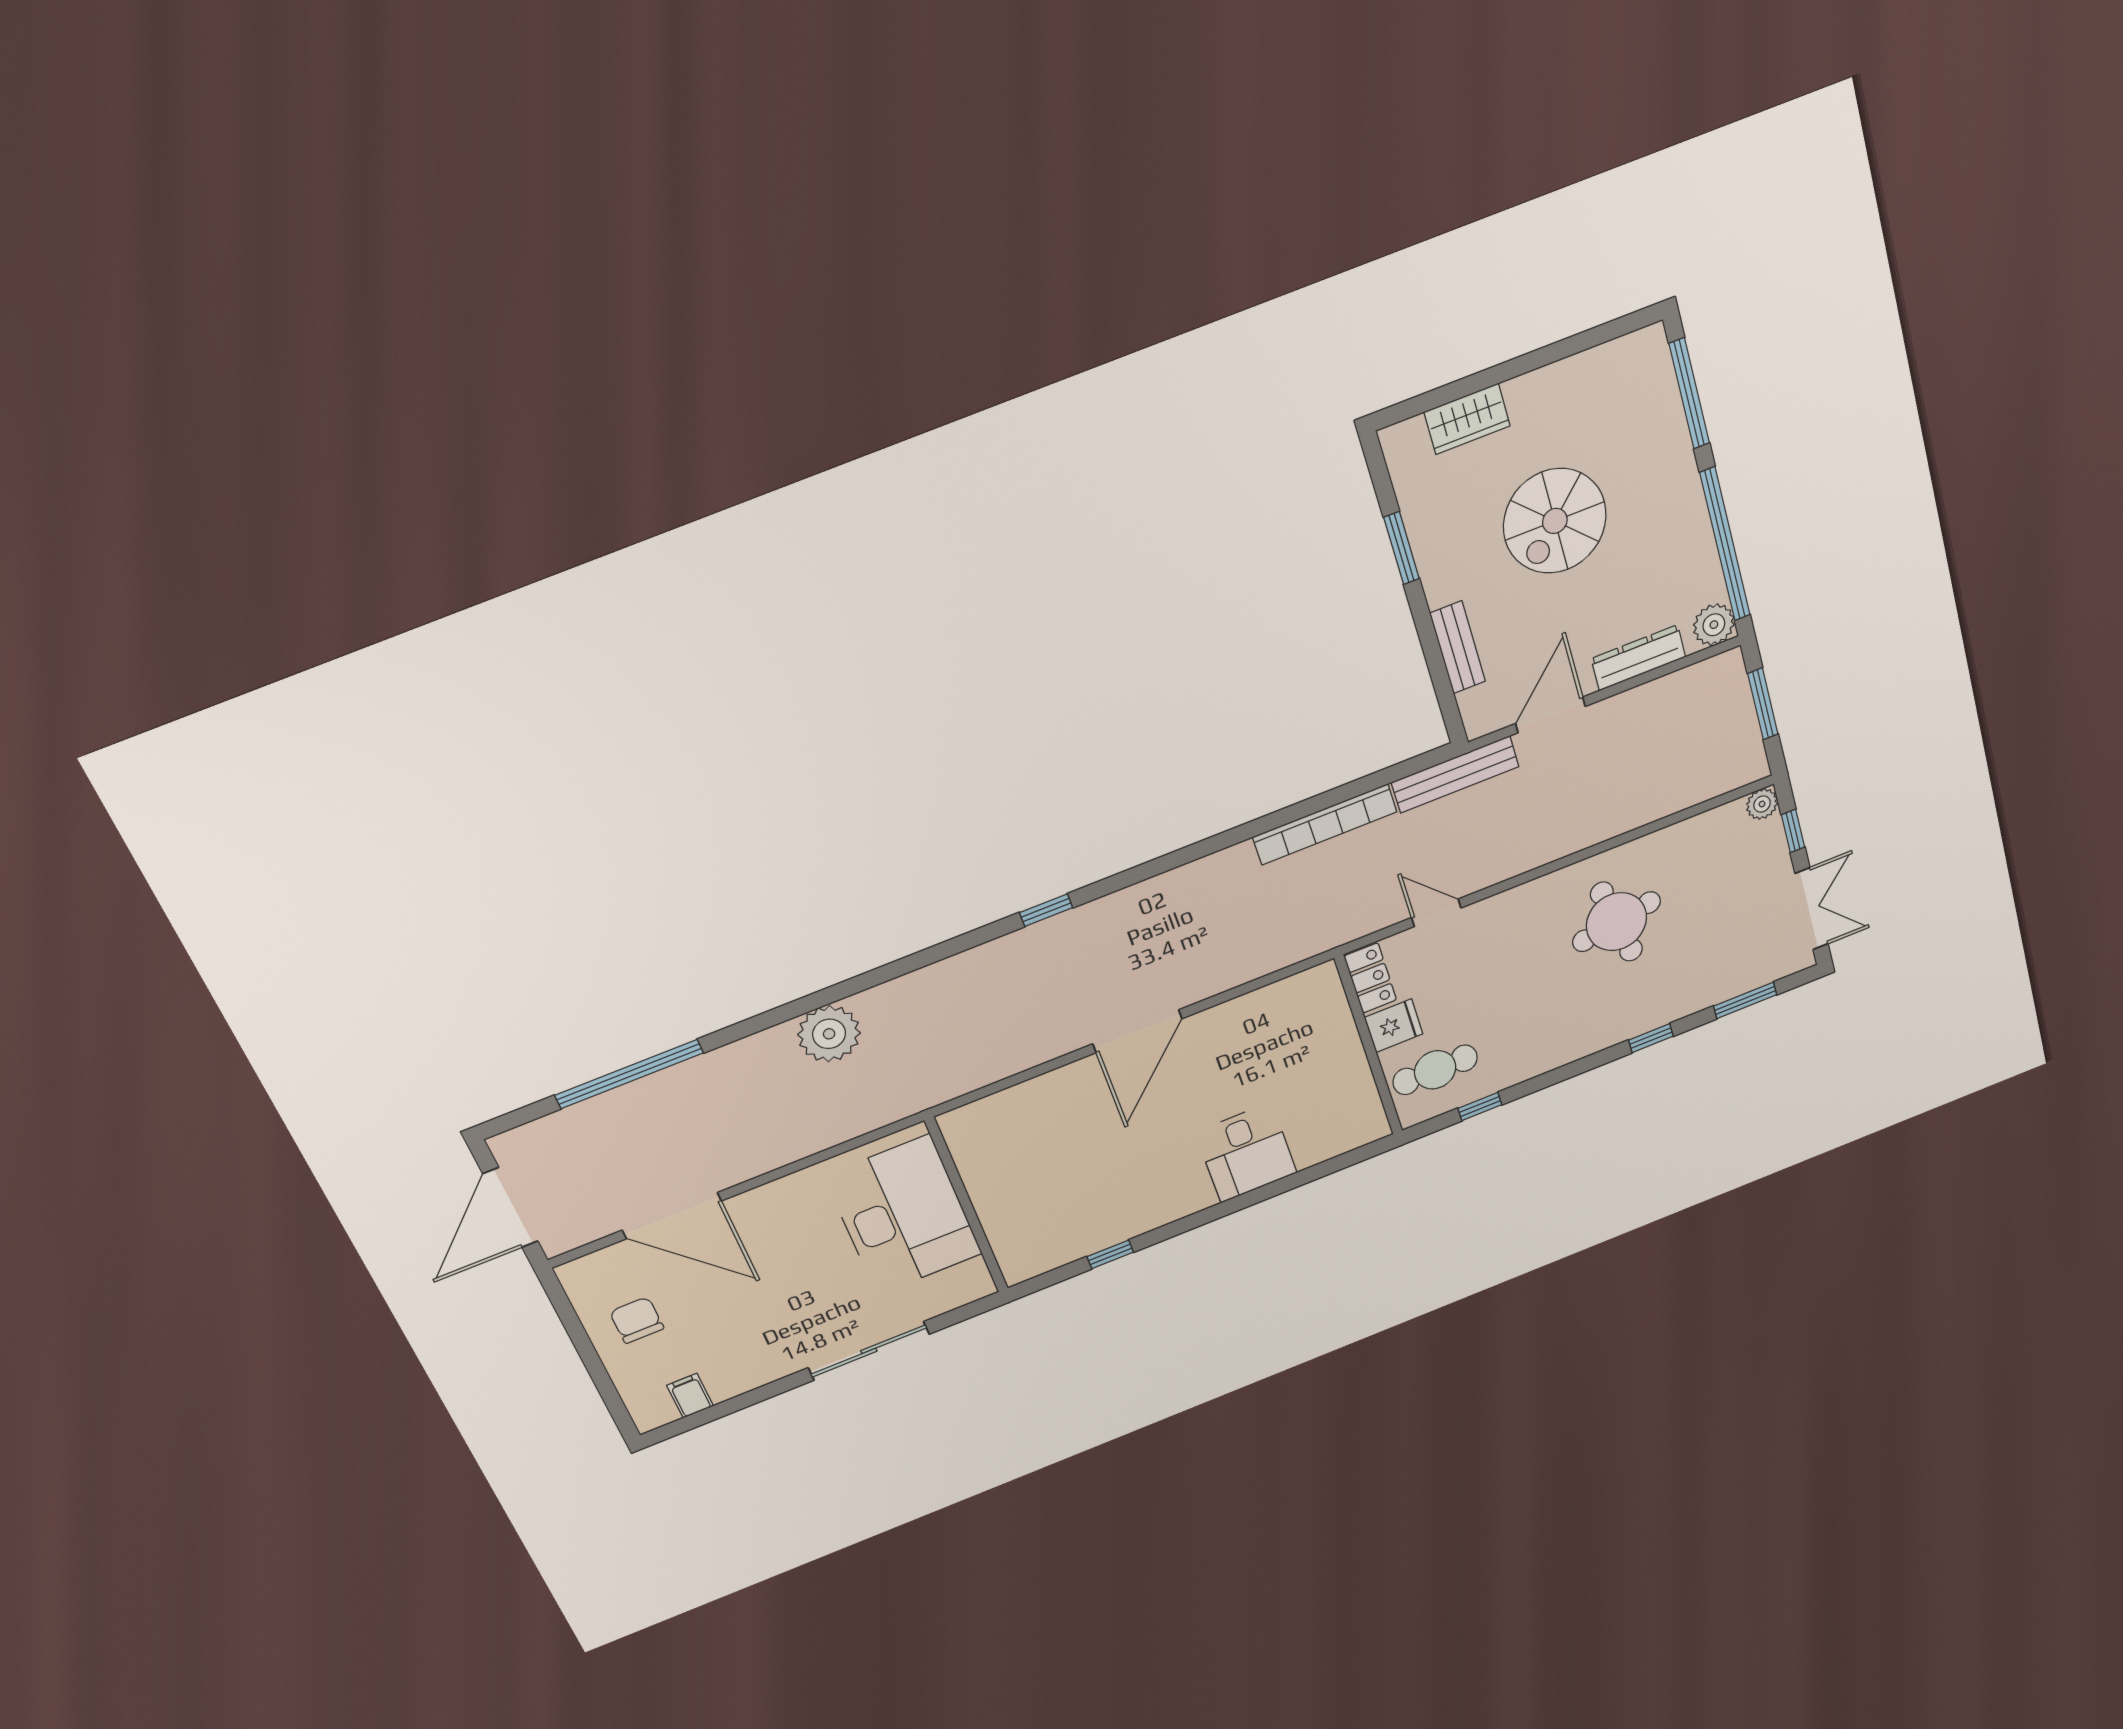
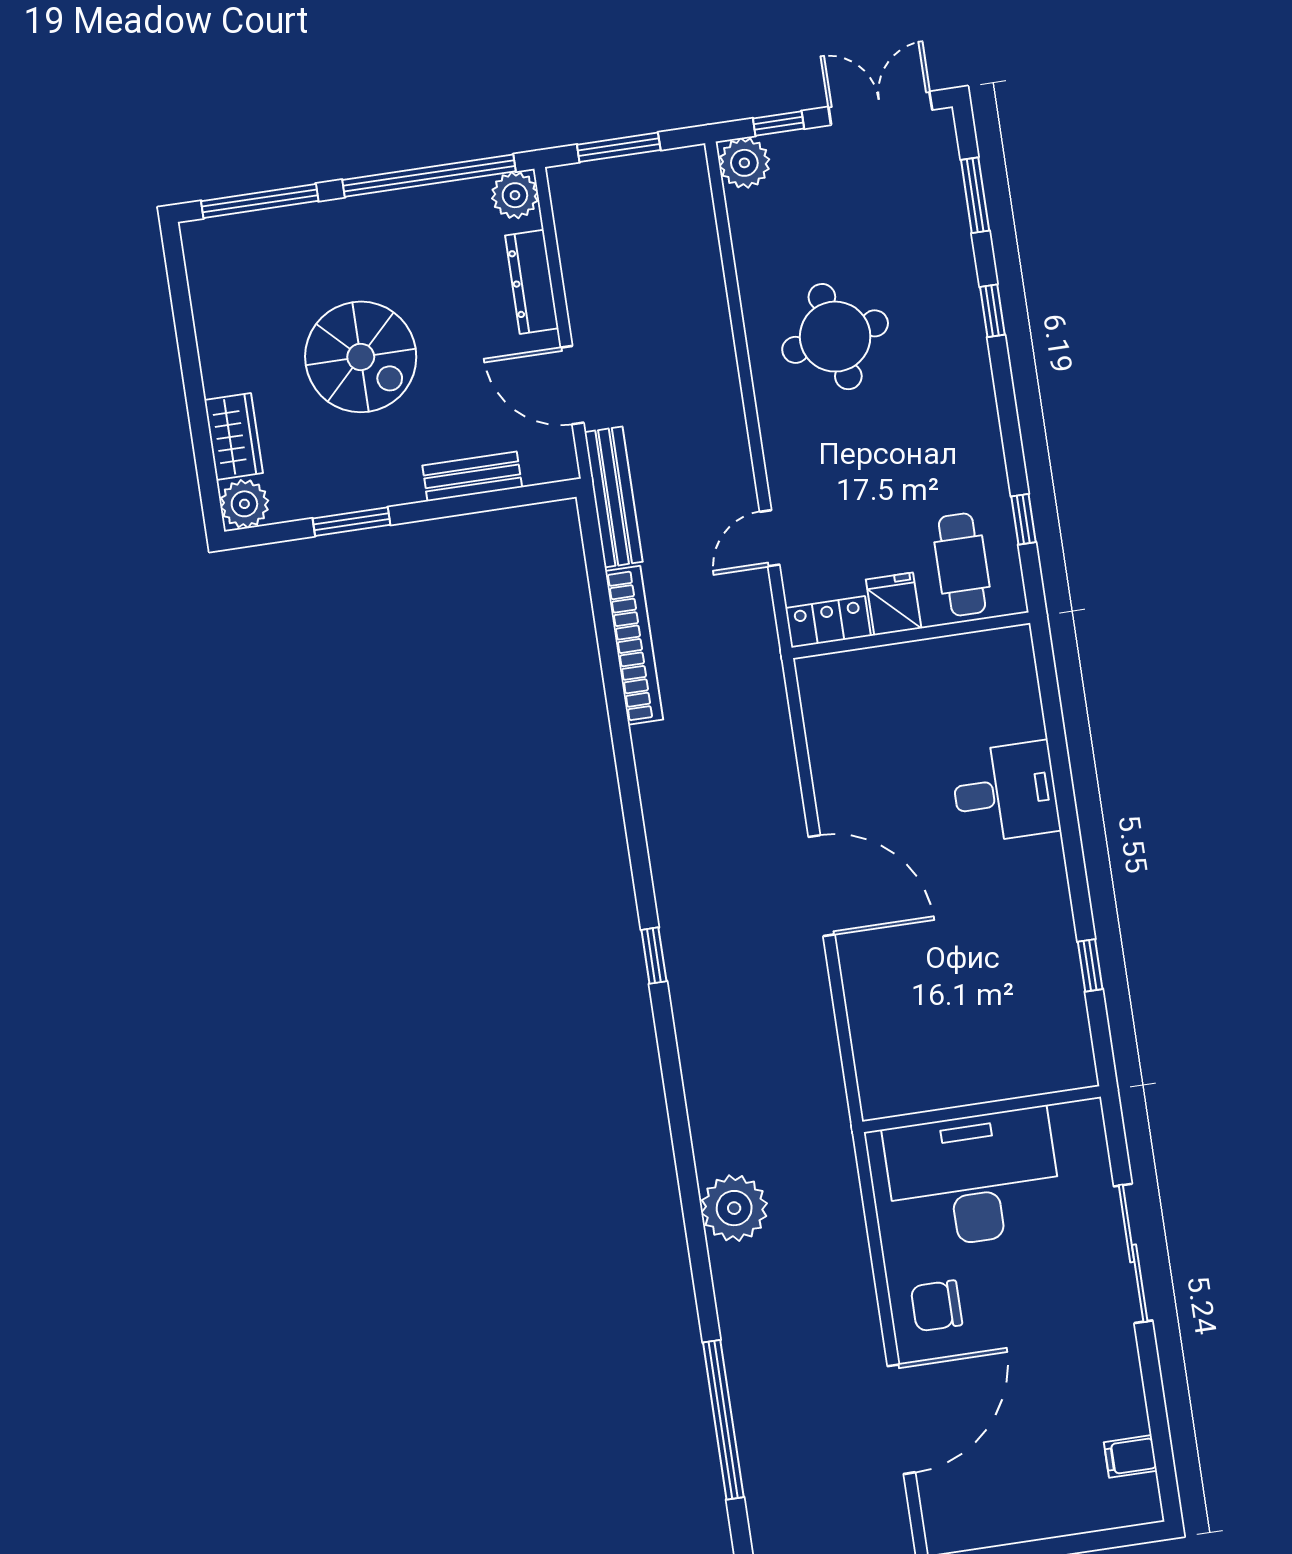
plant: (1405, 444) -> (244, 504), added
plant: (1762, 804) -> (744, 163), width x1.38, depth x1.38
chair: (637, 1320) -> (936, 1306), moved

